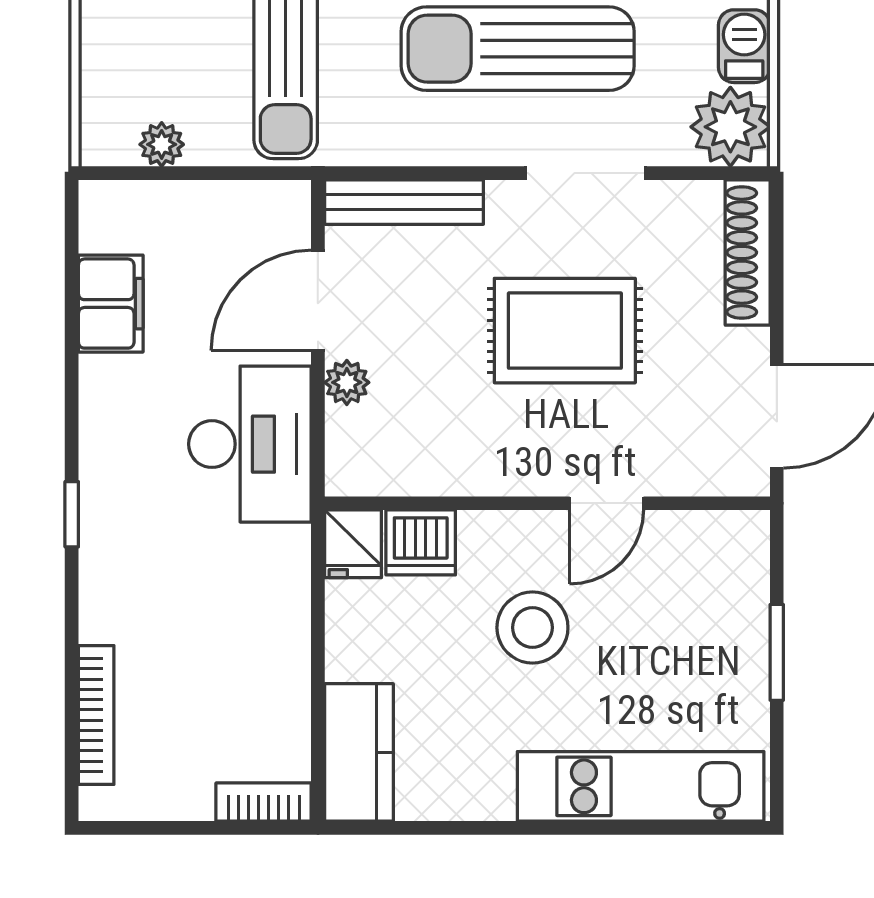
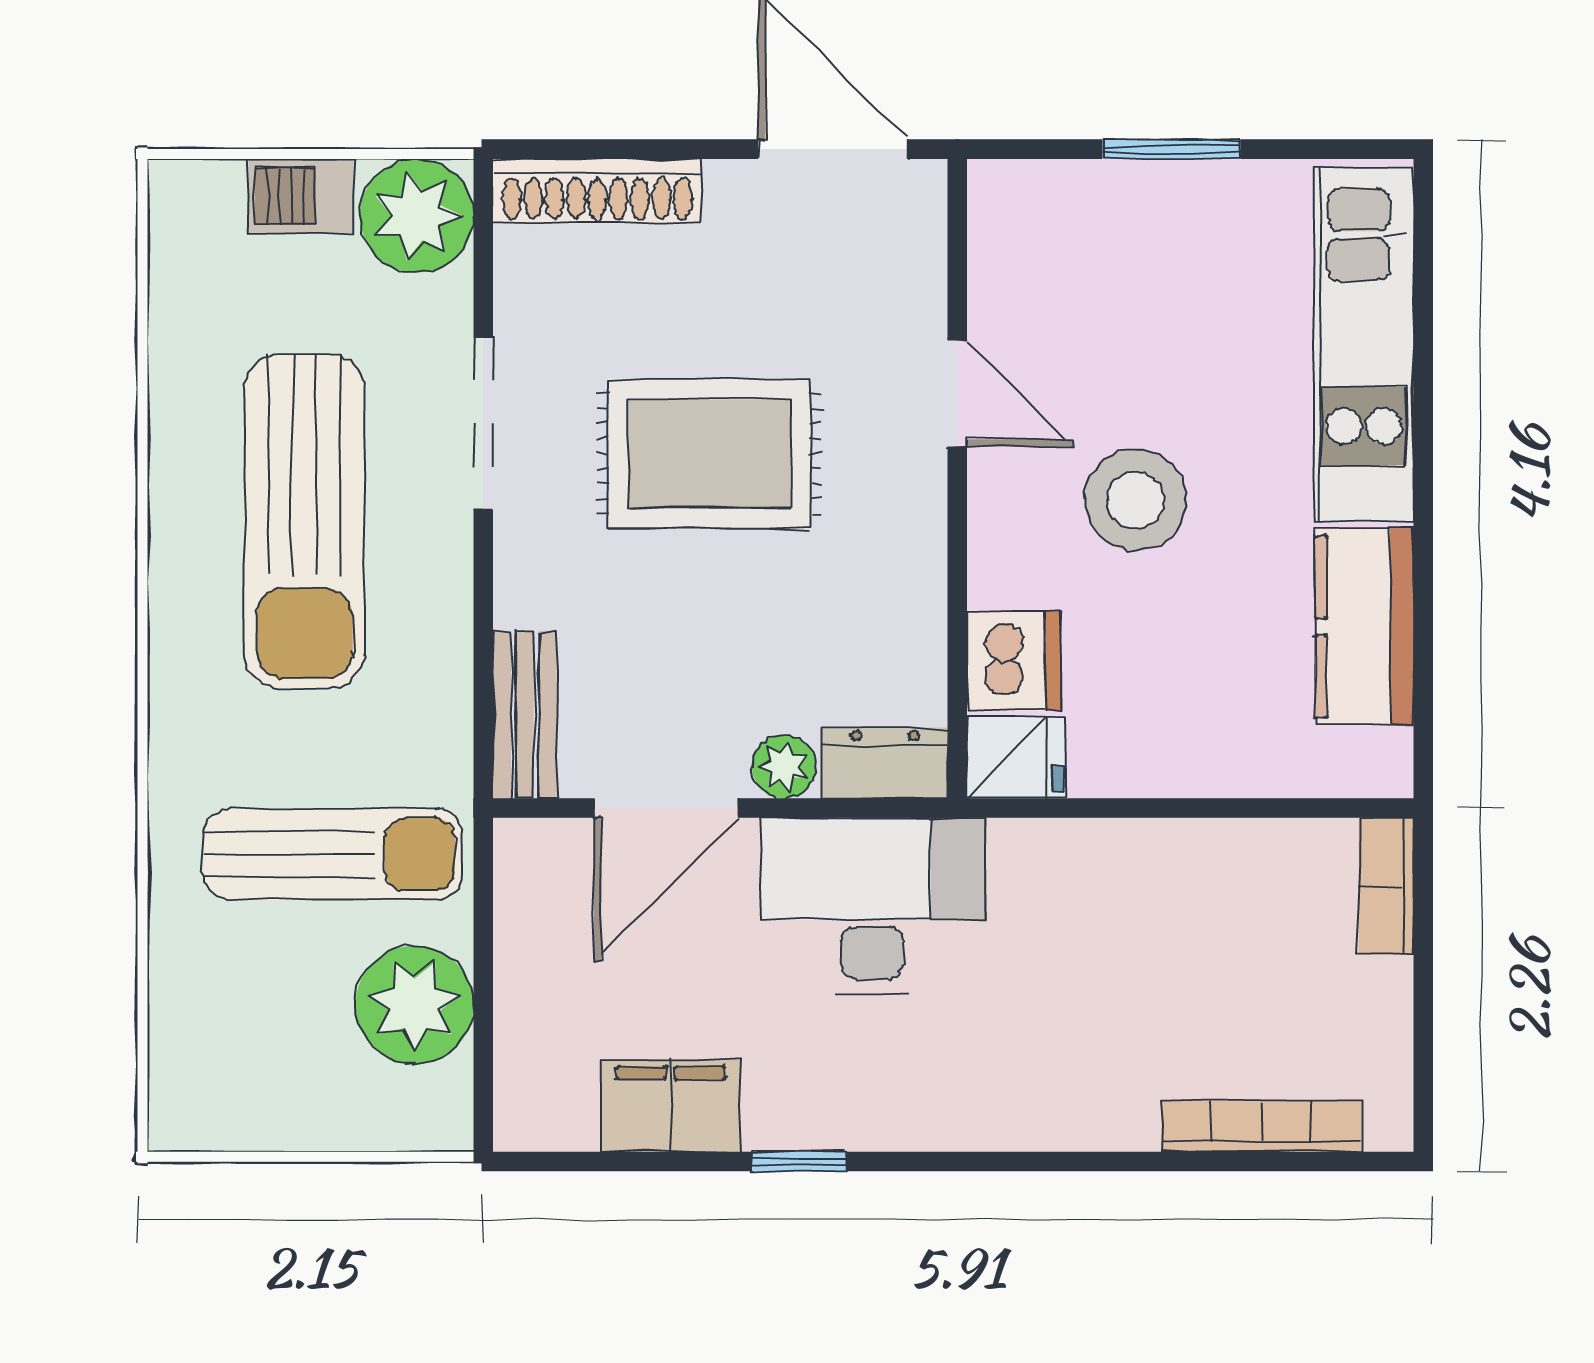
plant: (162, 144) -> (414, 1005), width x1.88, depth x1.88
bench: (404, 202) -> (525, 715), width x0.73
door: (318, 300) -> (666, 808), hinge flipped
rug: (565, 331) -> (709, 453), turned 90
dresser: (349, 453) -> (885, 763), added
window: (72, 514) -> (799, 1162), moved
kitchen counter: (359, 752) -> (1364, 627), moved, turned -90

